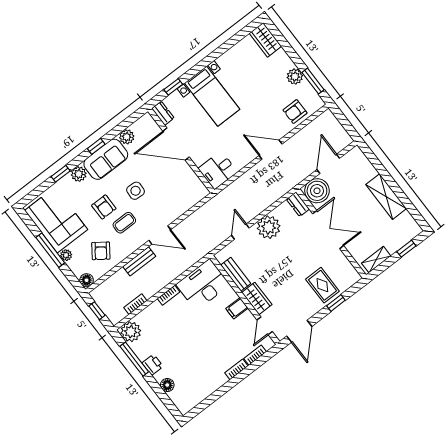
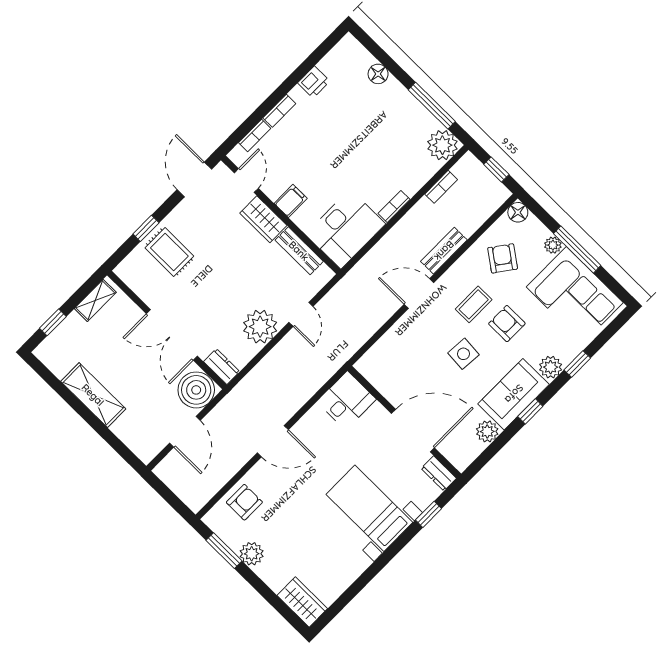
printer: (153, 365) -> (314, 82), moved, turned -90

